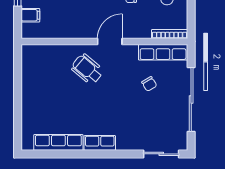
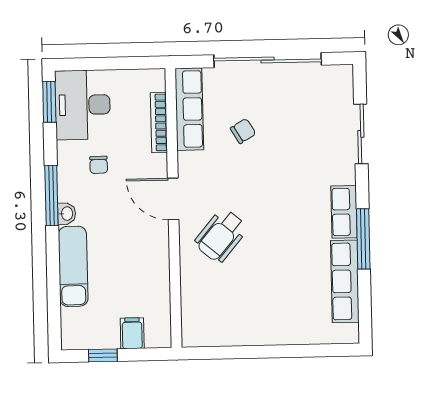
bookcase: (170, 34) -> (159, 123), moved
window: (83, 154) -> (363, 239), added
sliding door: (161, 154) -> (361, 134), moved

